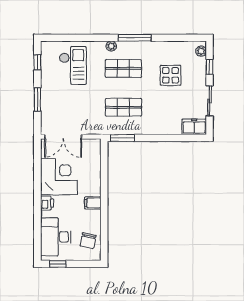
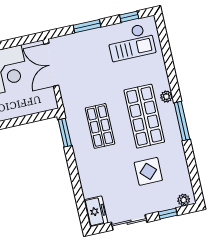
checkout: (73, 65) -> (131, 42), moved
shop shelf: (123, 68) -> (144, 116), width x1.43, depth x1.36

